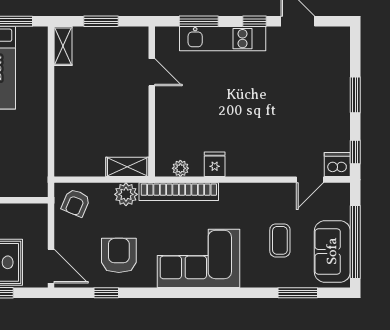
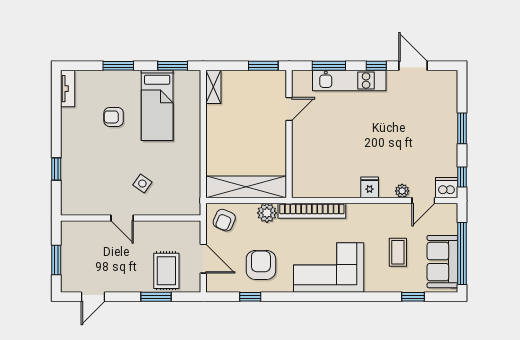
window: (101, 21) -> (263, 66), moved
door: (152, 72) -> (289, 109), hinge flipped
fridge: (215, 164) -> (370, 187), moved
shelving: (127, 167) -> (246, 187), width x2.20, depth x1.33
plant: (180, 168) -> (402, 191), moved
door: (51, 266) -> (203, 259), moved
window: (298, 293) -> (413, 297), width x0.67

